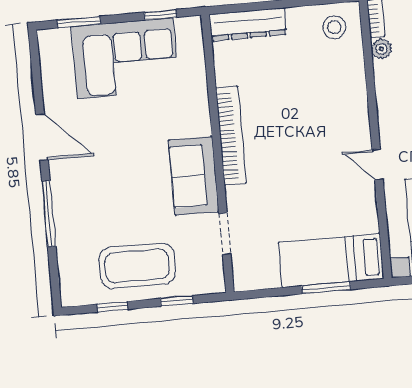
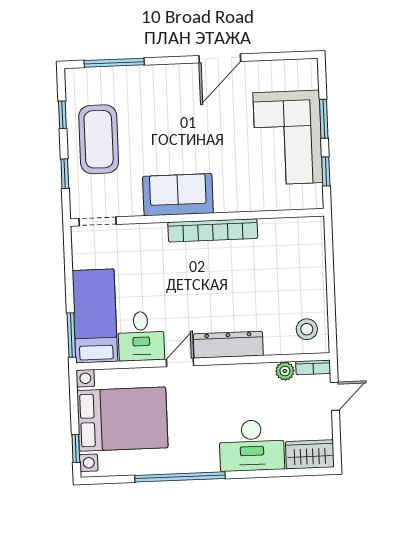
window: (79, 22) -> (324, 119), moved
dresser: (248, 24) -> (228, 345), moved, turned 90
desk: (351, 209) -> (141, 336), added
window: (49, 214) -> (114, 63), moved
doorway: (225, 234) -> (98, 221), moved
window: (326, 288) -> (71, 335), moved

